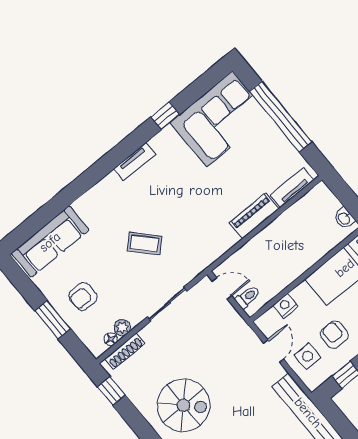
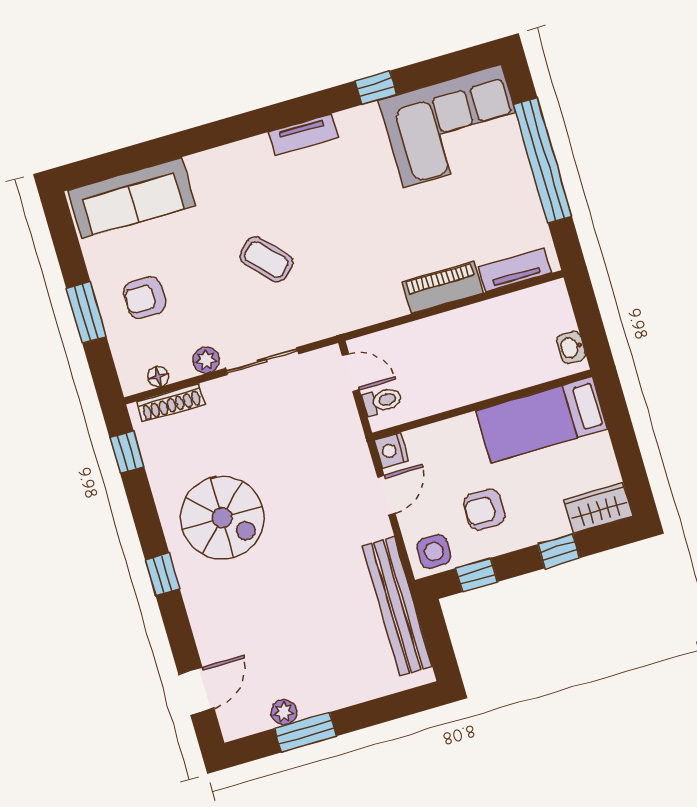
nightstand: (286, 306) -> (391, 450), moved, turned -90
plant: (122, 328) -> (206, 360), moved
armchair: (334, 335) -> (484, 510), turned -90
side table: (307, 356) -> (434, 552), moved

